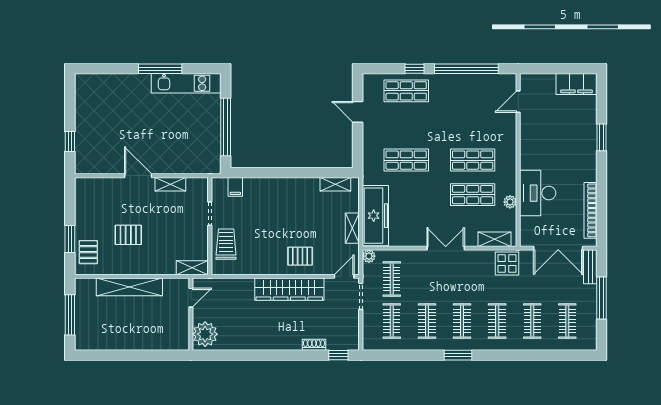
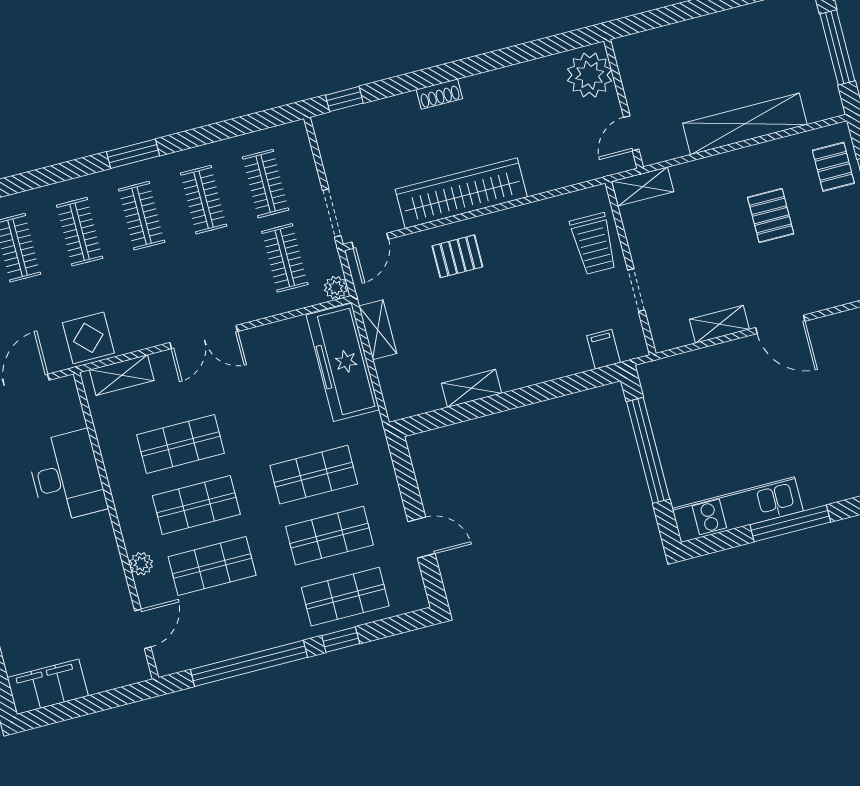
shop shelf: (406, 125) -> (329, 536), added
shop shelf: (473, 125) -> (212, 566), added
shelving: (335, 184) -> (472, 388), moved
plant: (510, 202) -> (141, 564), moved
pallet: (128, 235) -> (771, 216), turned 90
shoe rack: (314, 345) -> (439, 94), moved

